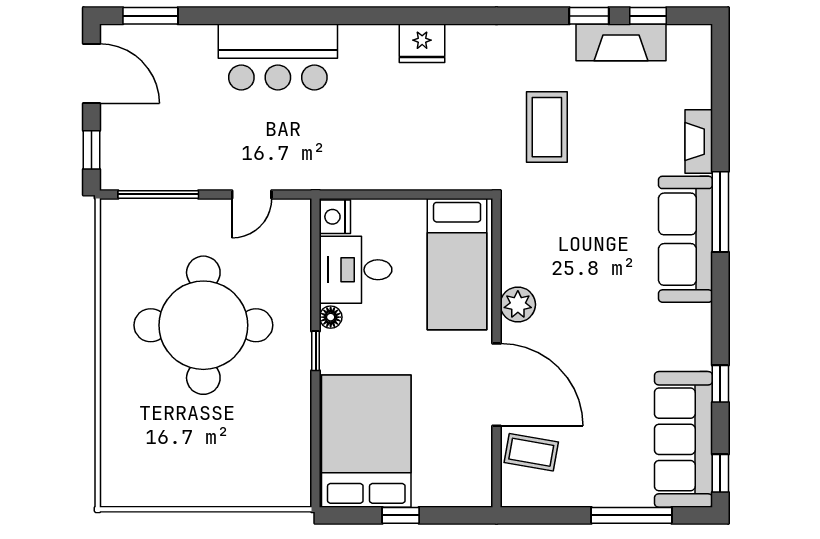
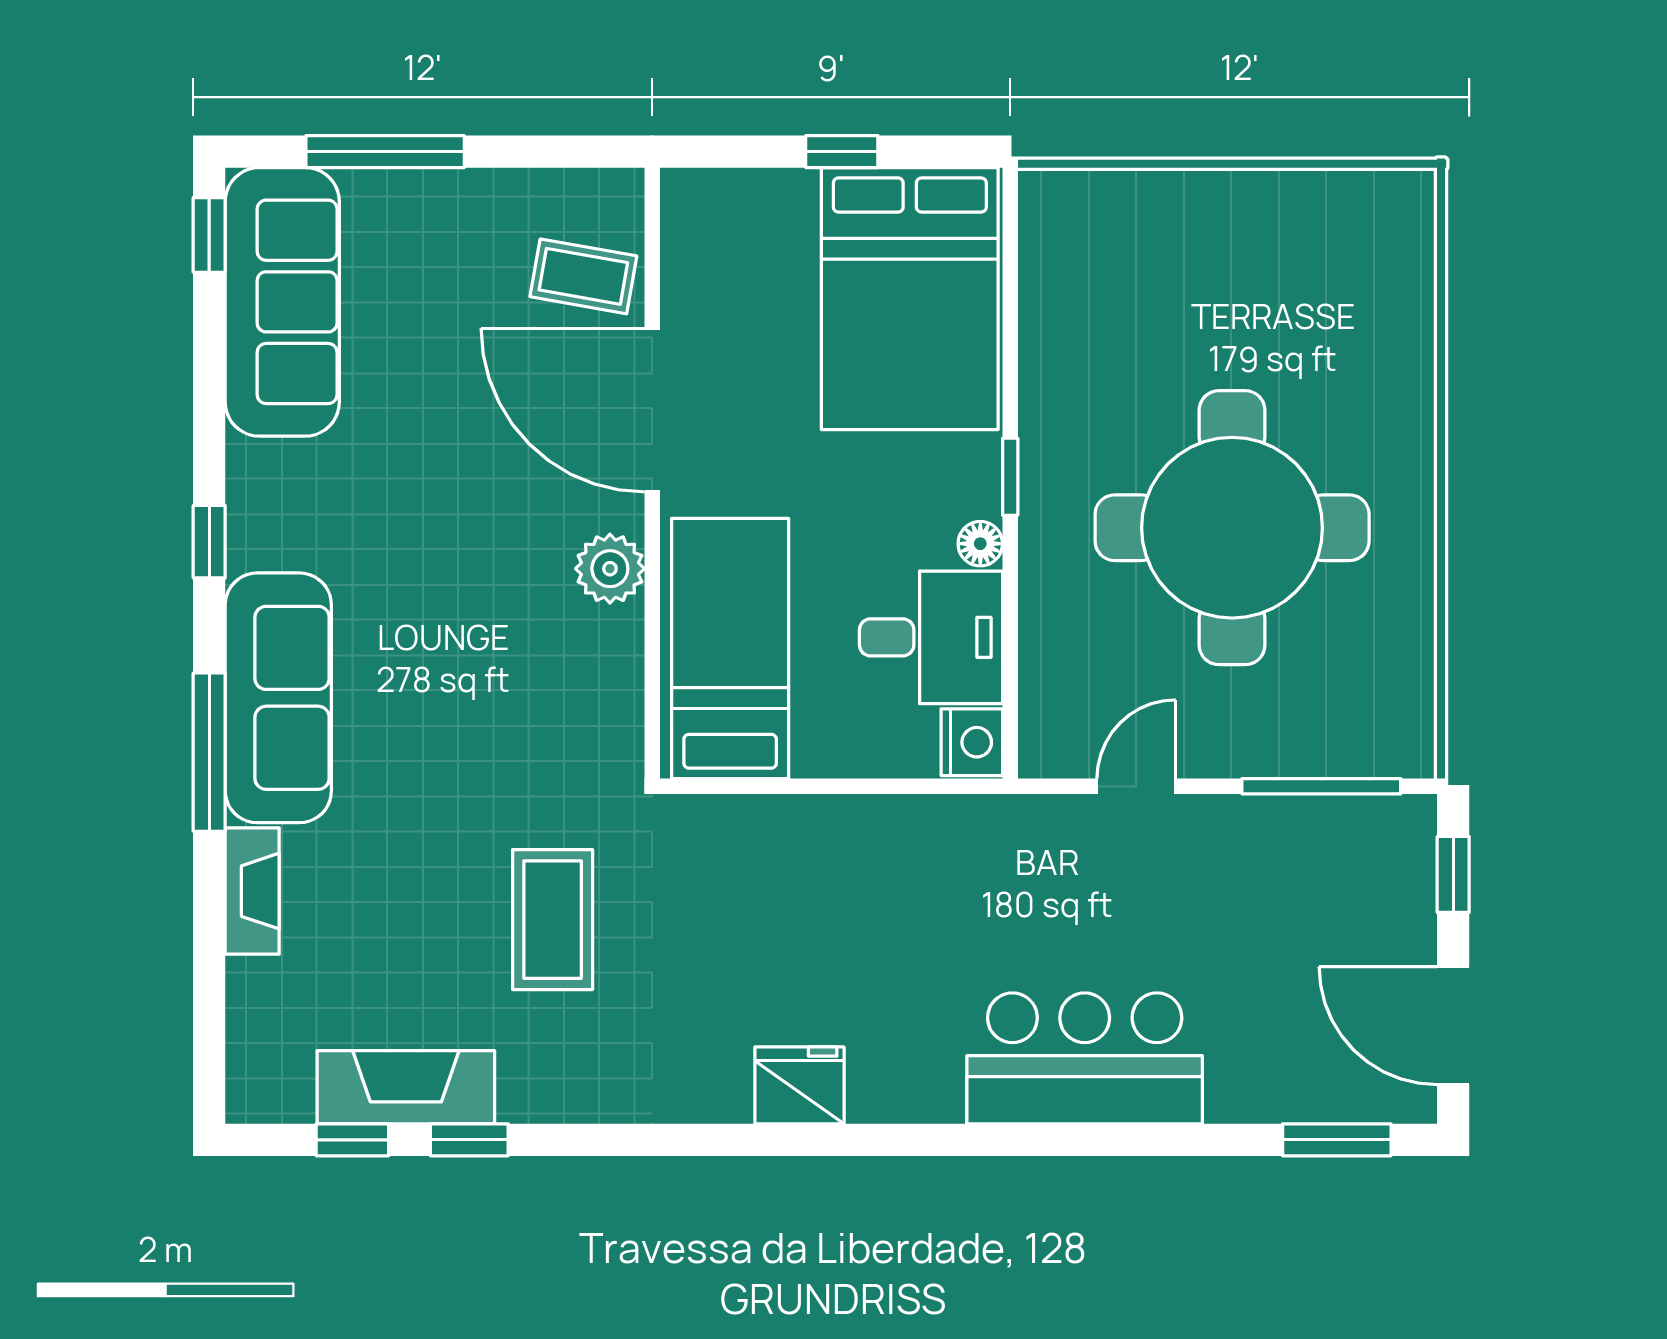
window: (720, 384) -> (209, 542), moved

